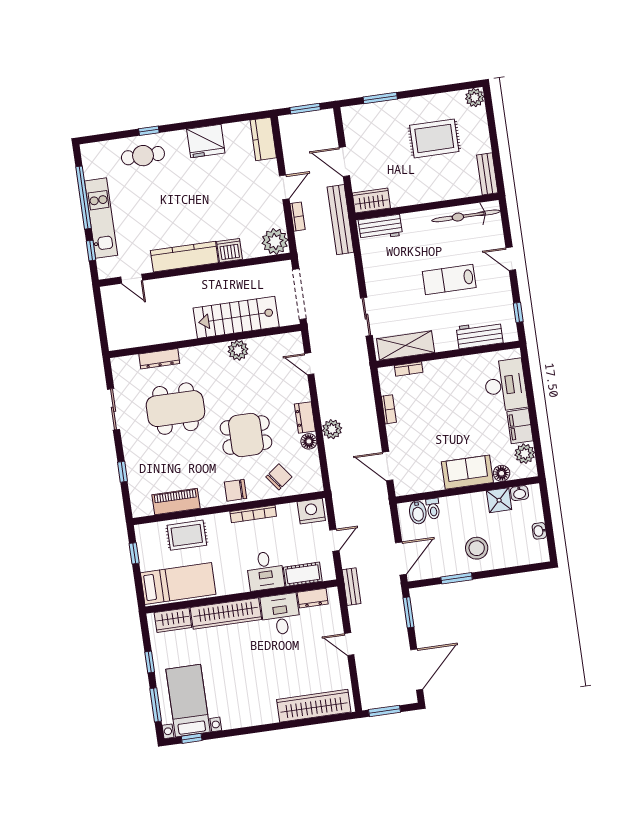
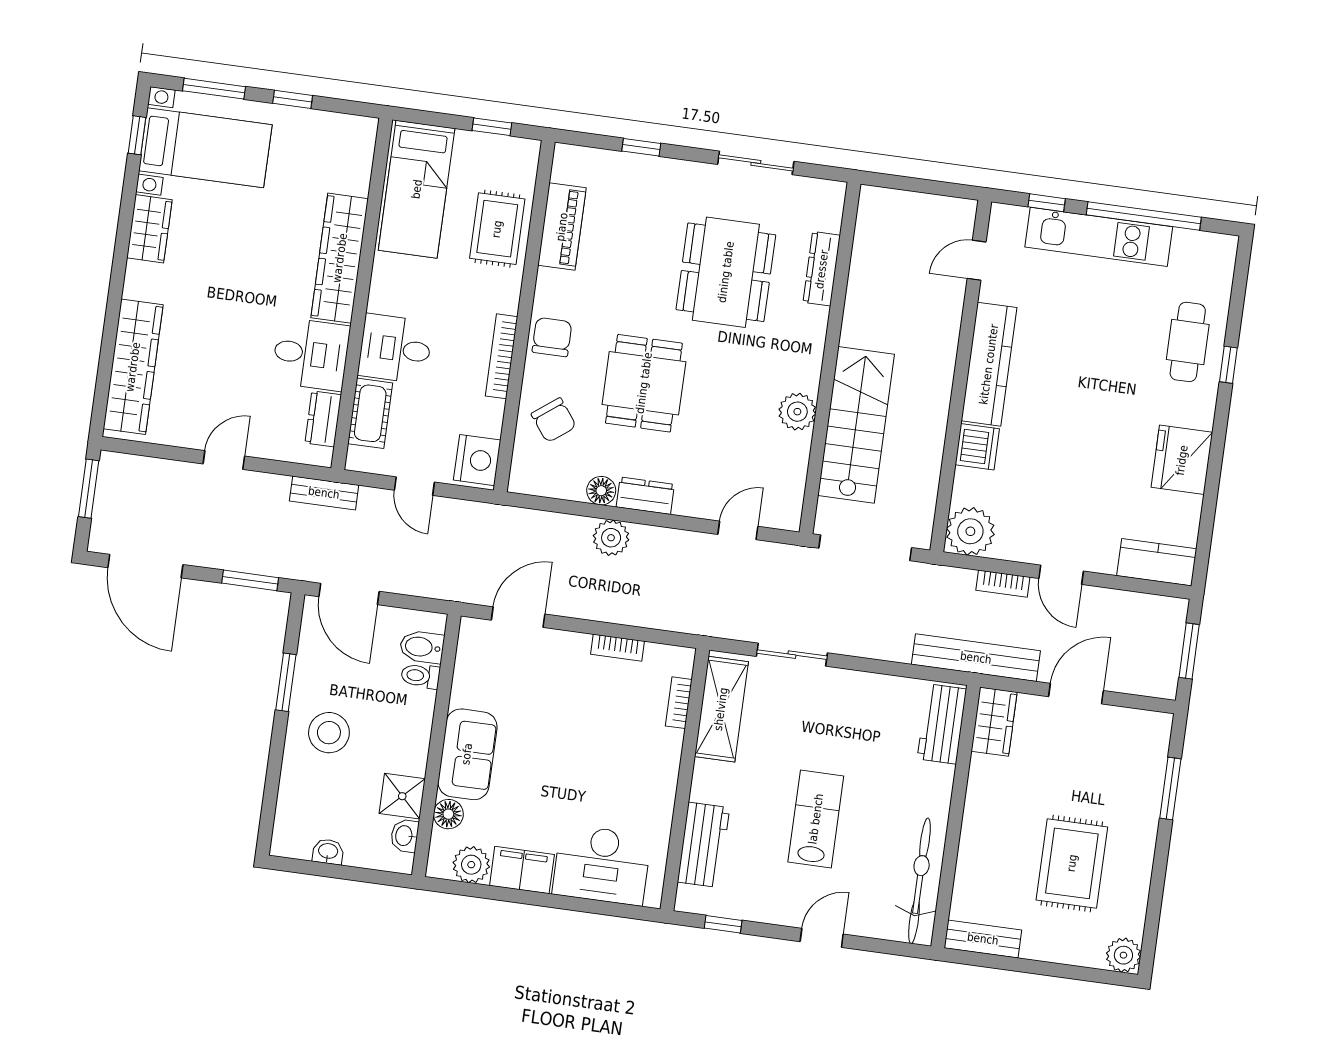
wardrobe: (173, 620) -> (149, 229), moved, turned 180

